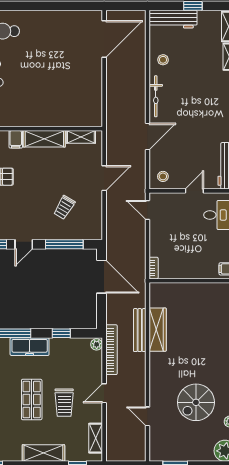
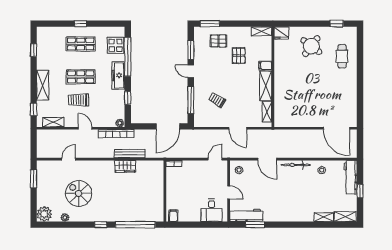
wardrobe: (158, 330) -> (125, 166), width x0.67

